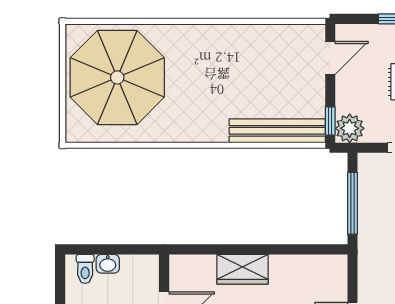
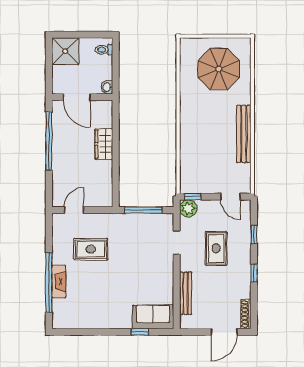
parasol: (117, 77) -> (219, 69), width x0.73, depth x0.73
bench: (277, 131) -> (244, 134), moved
washbasin: (108, 264) -> (107, 87), moved

